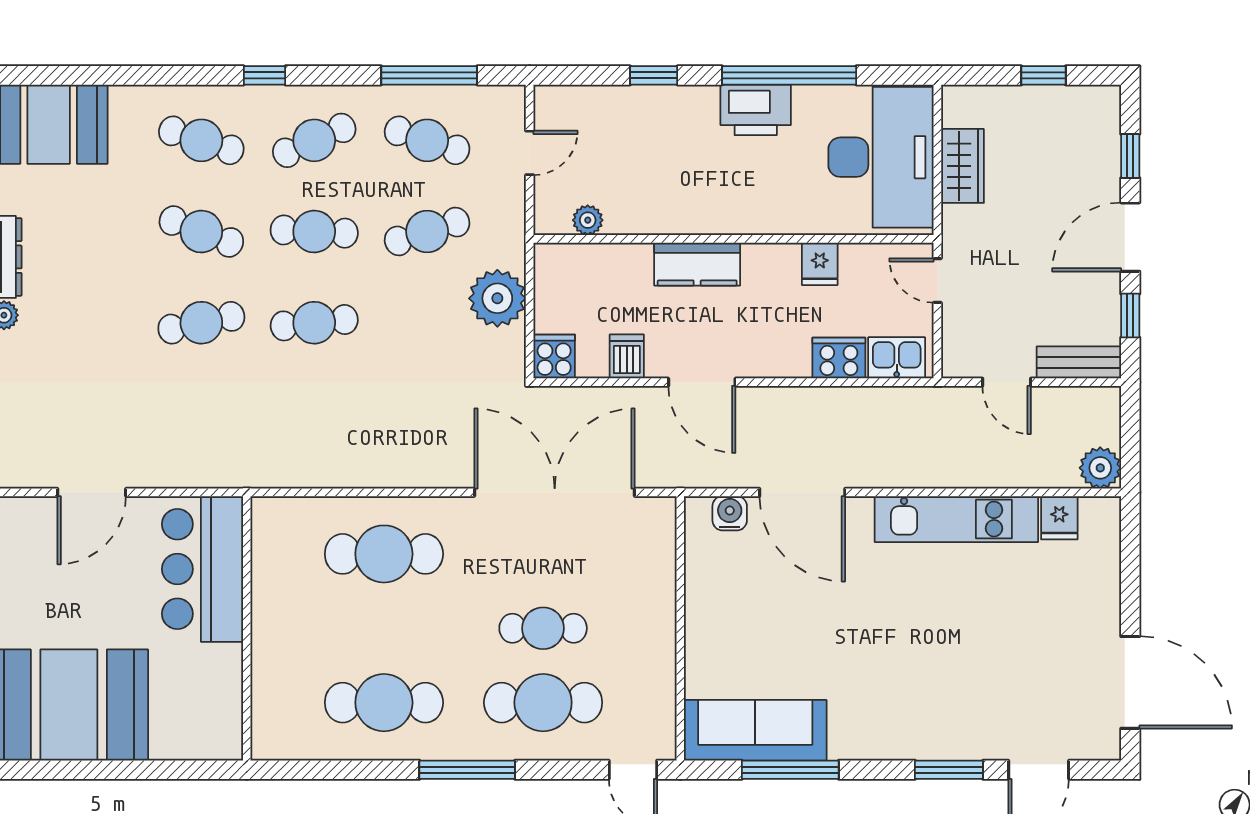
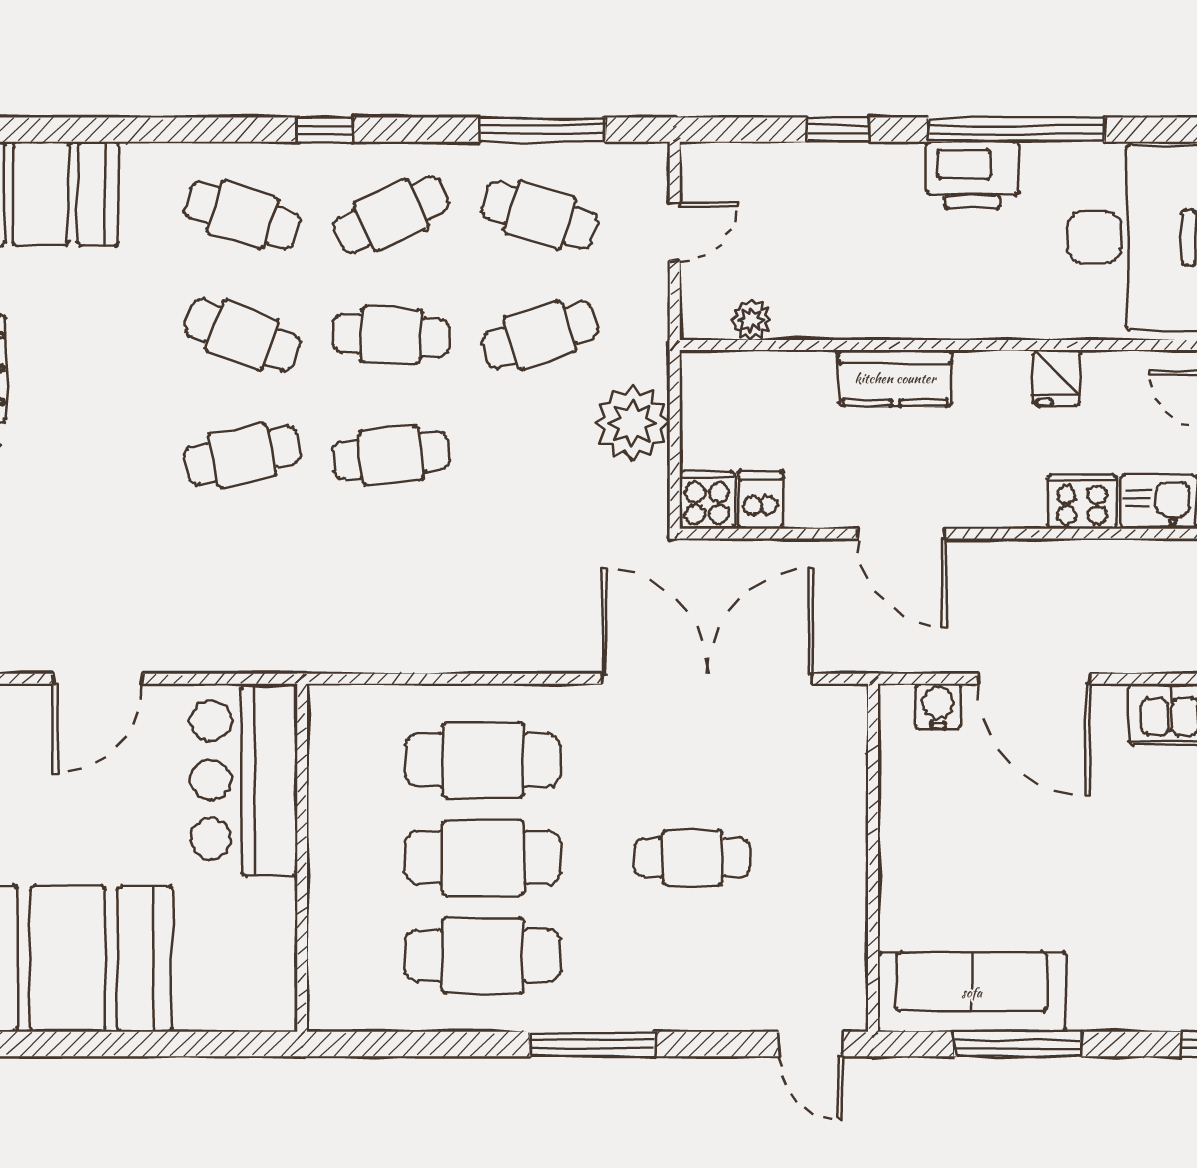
dishwasher: (627, 356) -> (761, 500), moved
cafe table: (543, 703) -> (483, 858), moved

